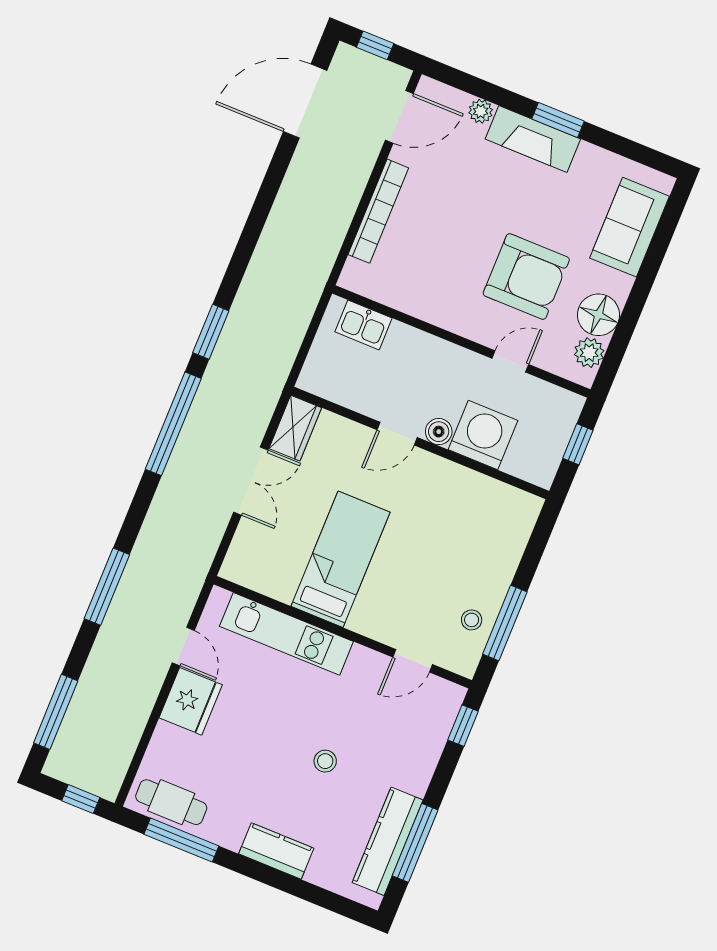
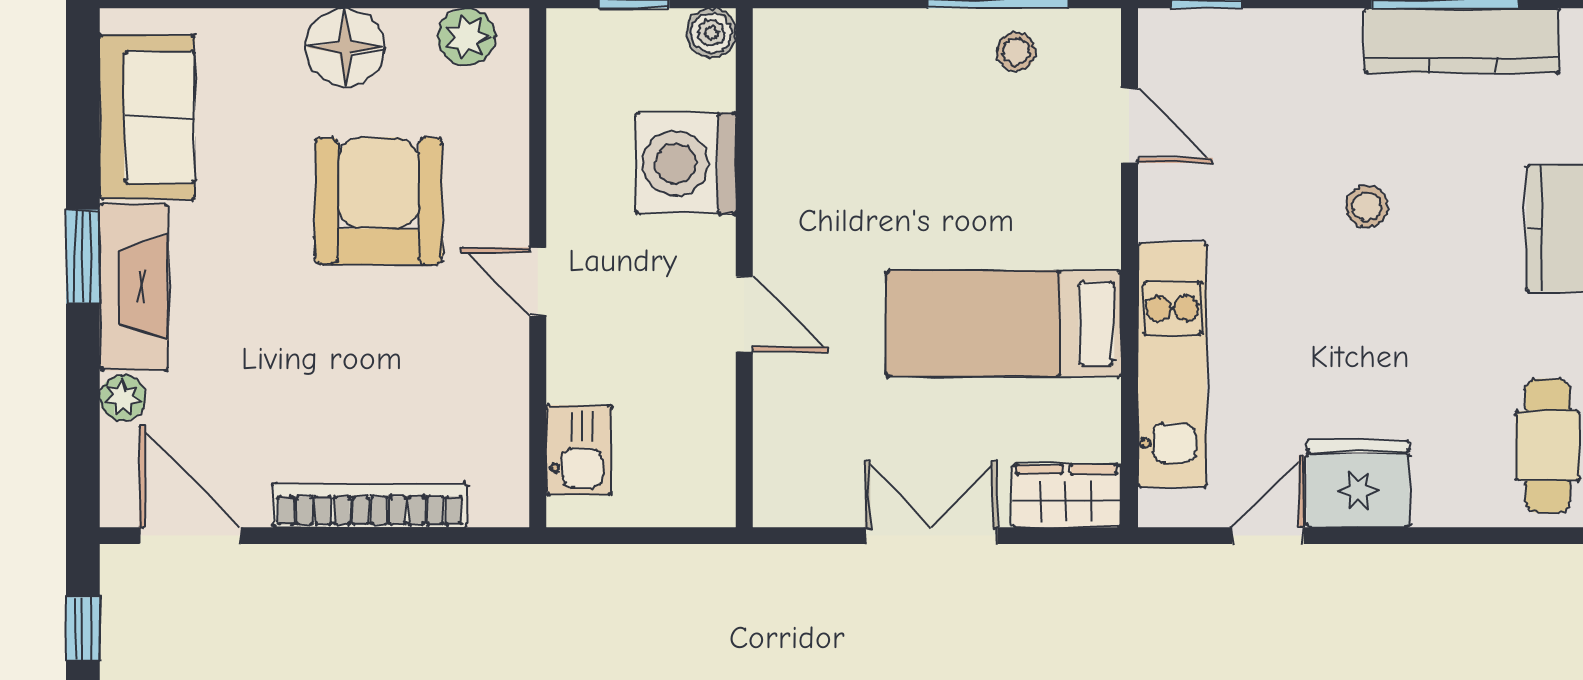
sofa: (629, 227) -> (147, 117), moved, turned -90
floor lamp: (598, 315) -> (345, 48), moved
door: (510, 361) -> (538, 282), moved
wardrobe: (295, 428) -> (1067, 496), moved
boiler: (439, 432) -> (711, 33), moved

